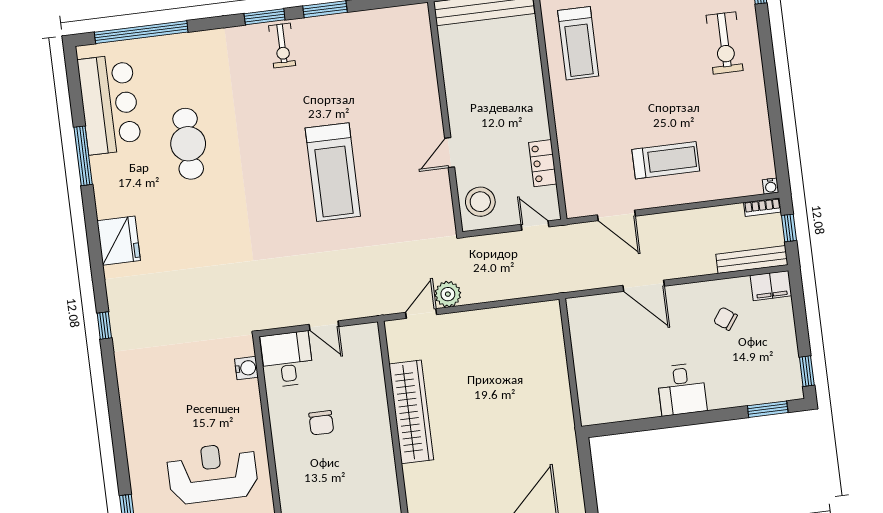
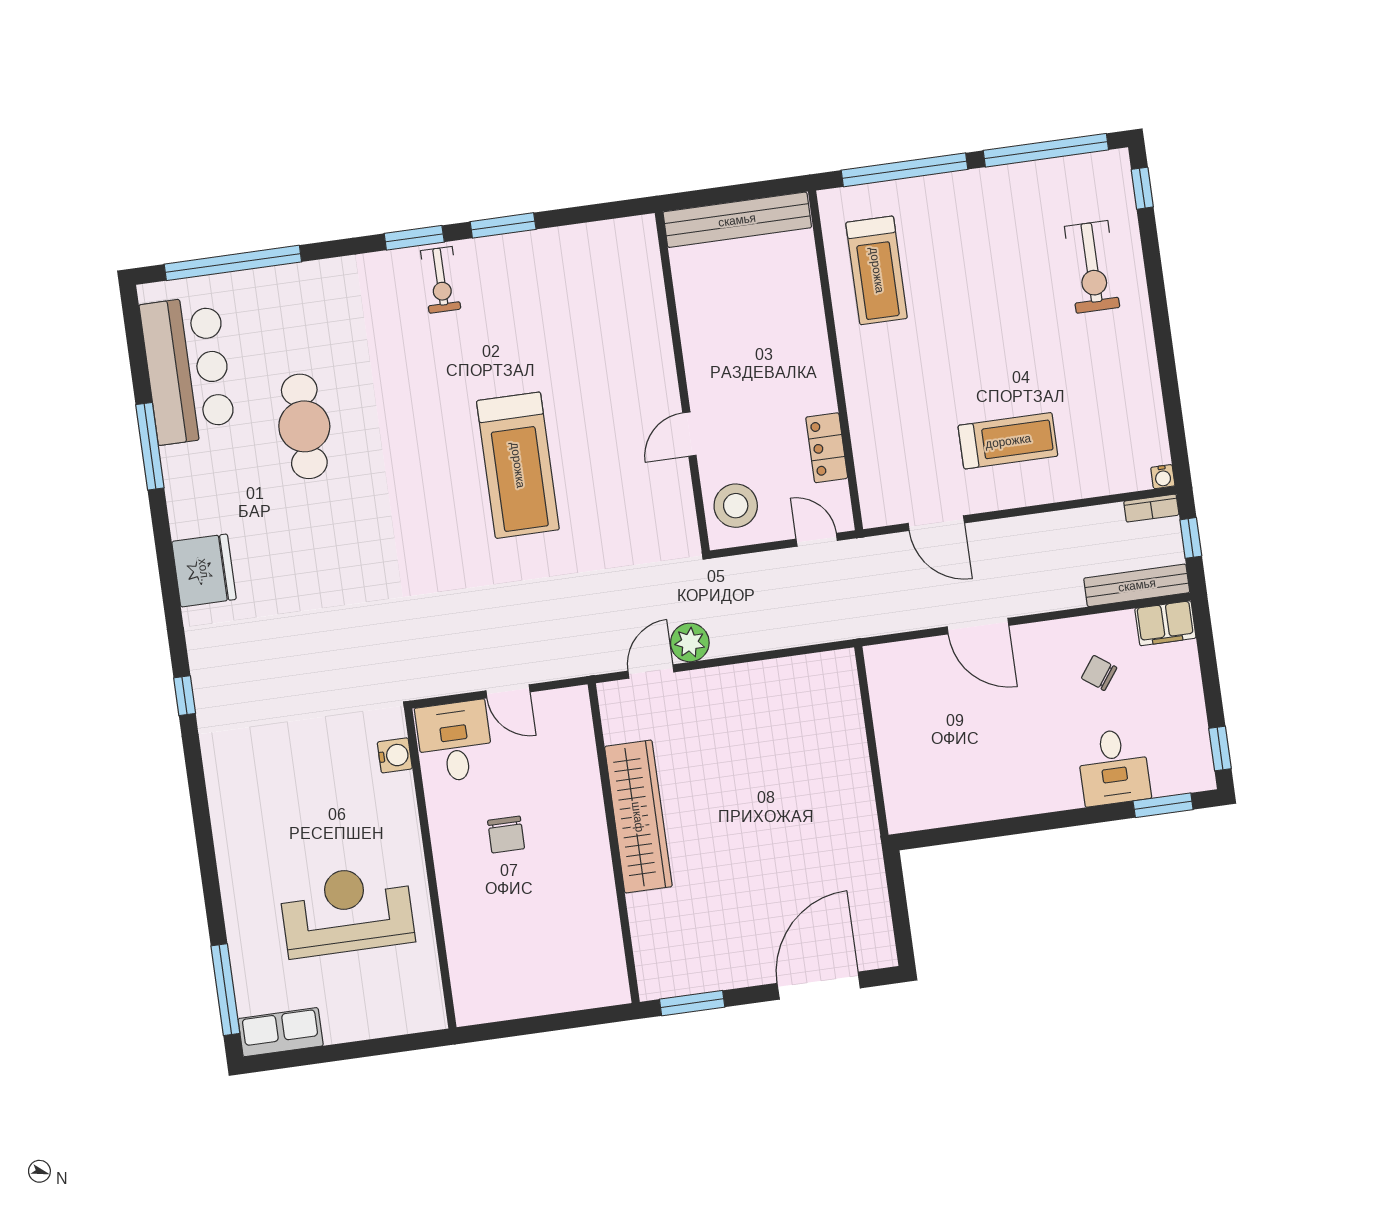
desk: (682, 389) -> (1114, 767), moved

